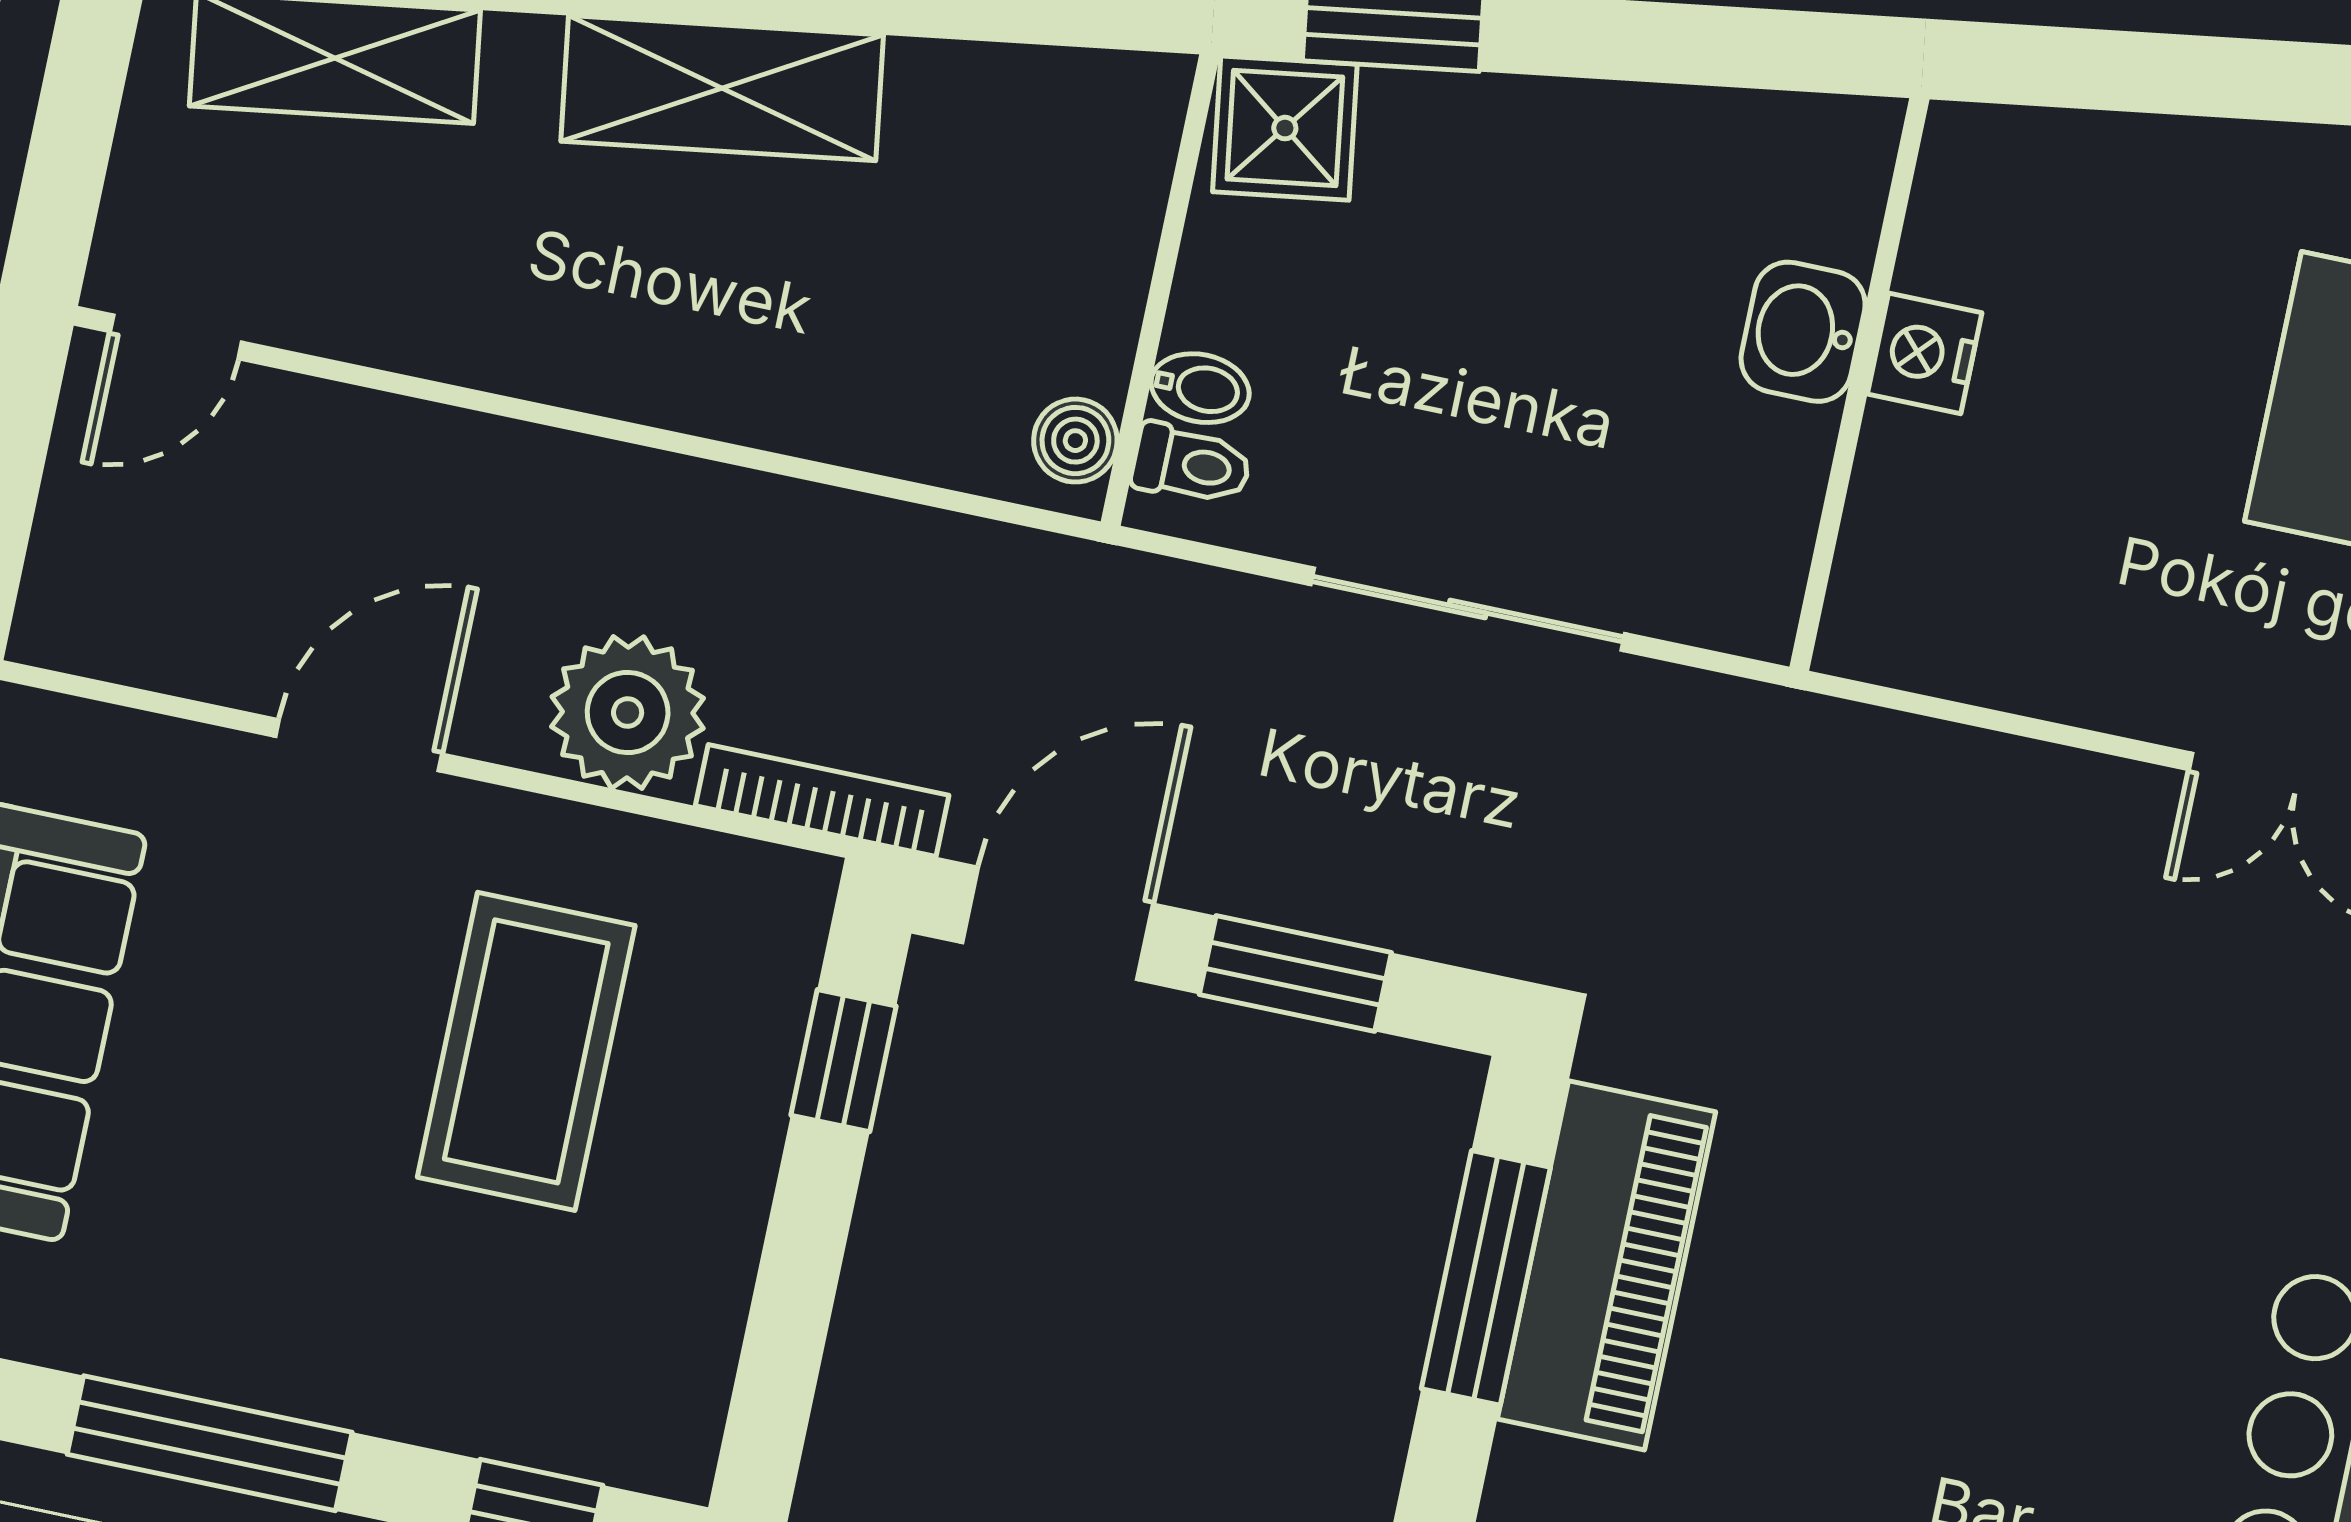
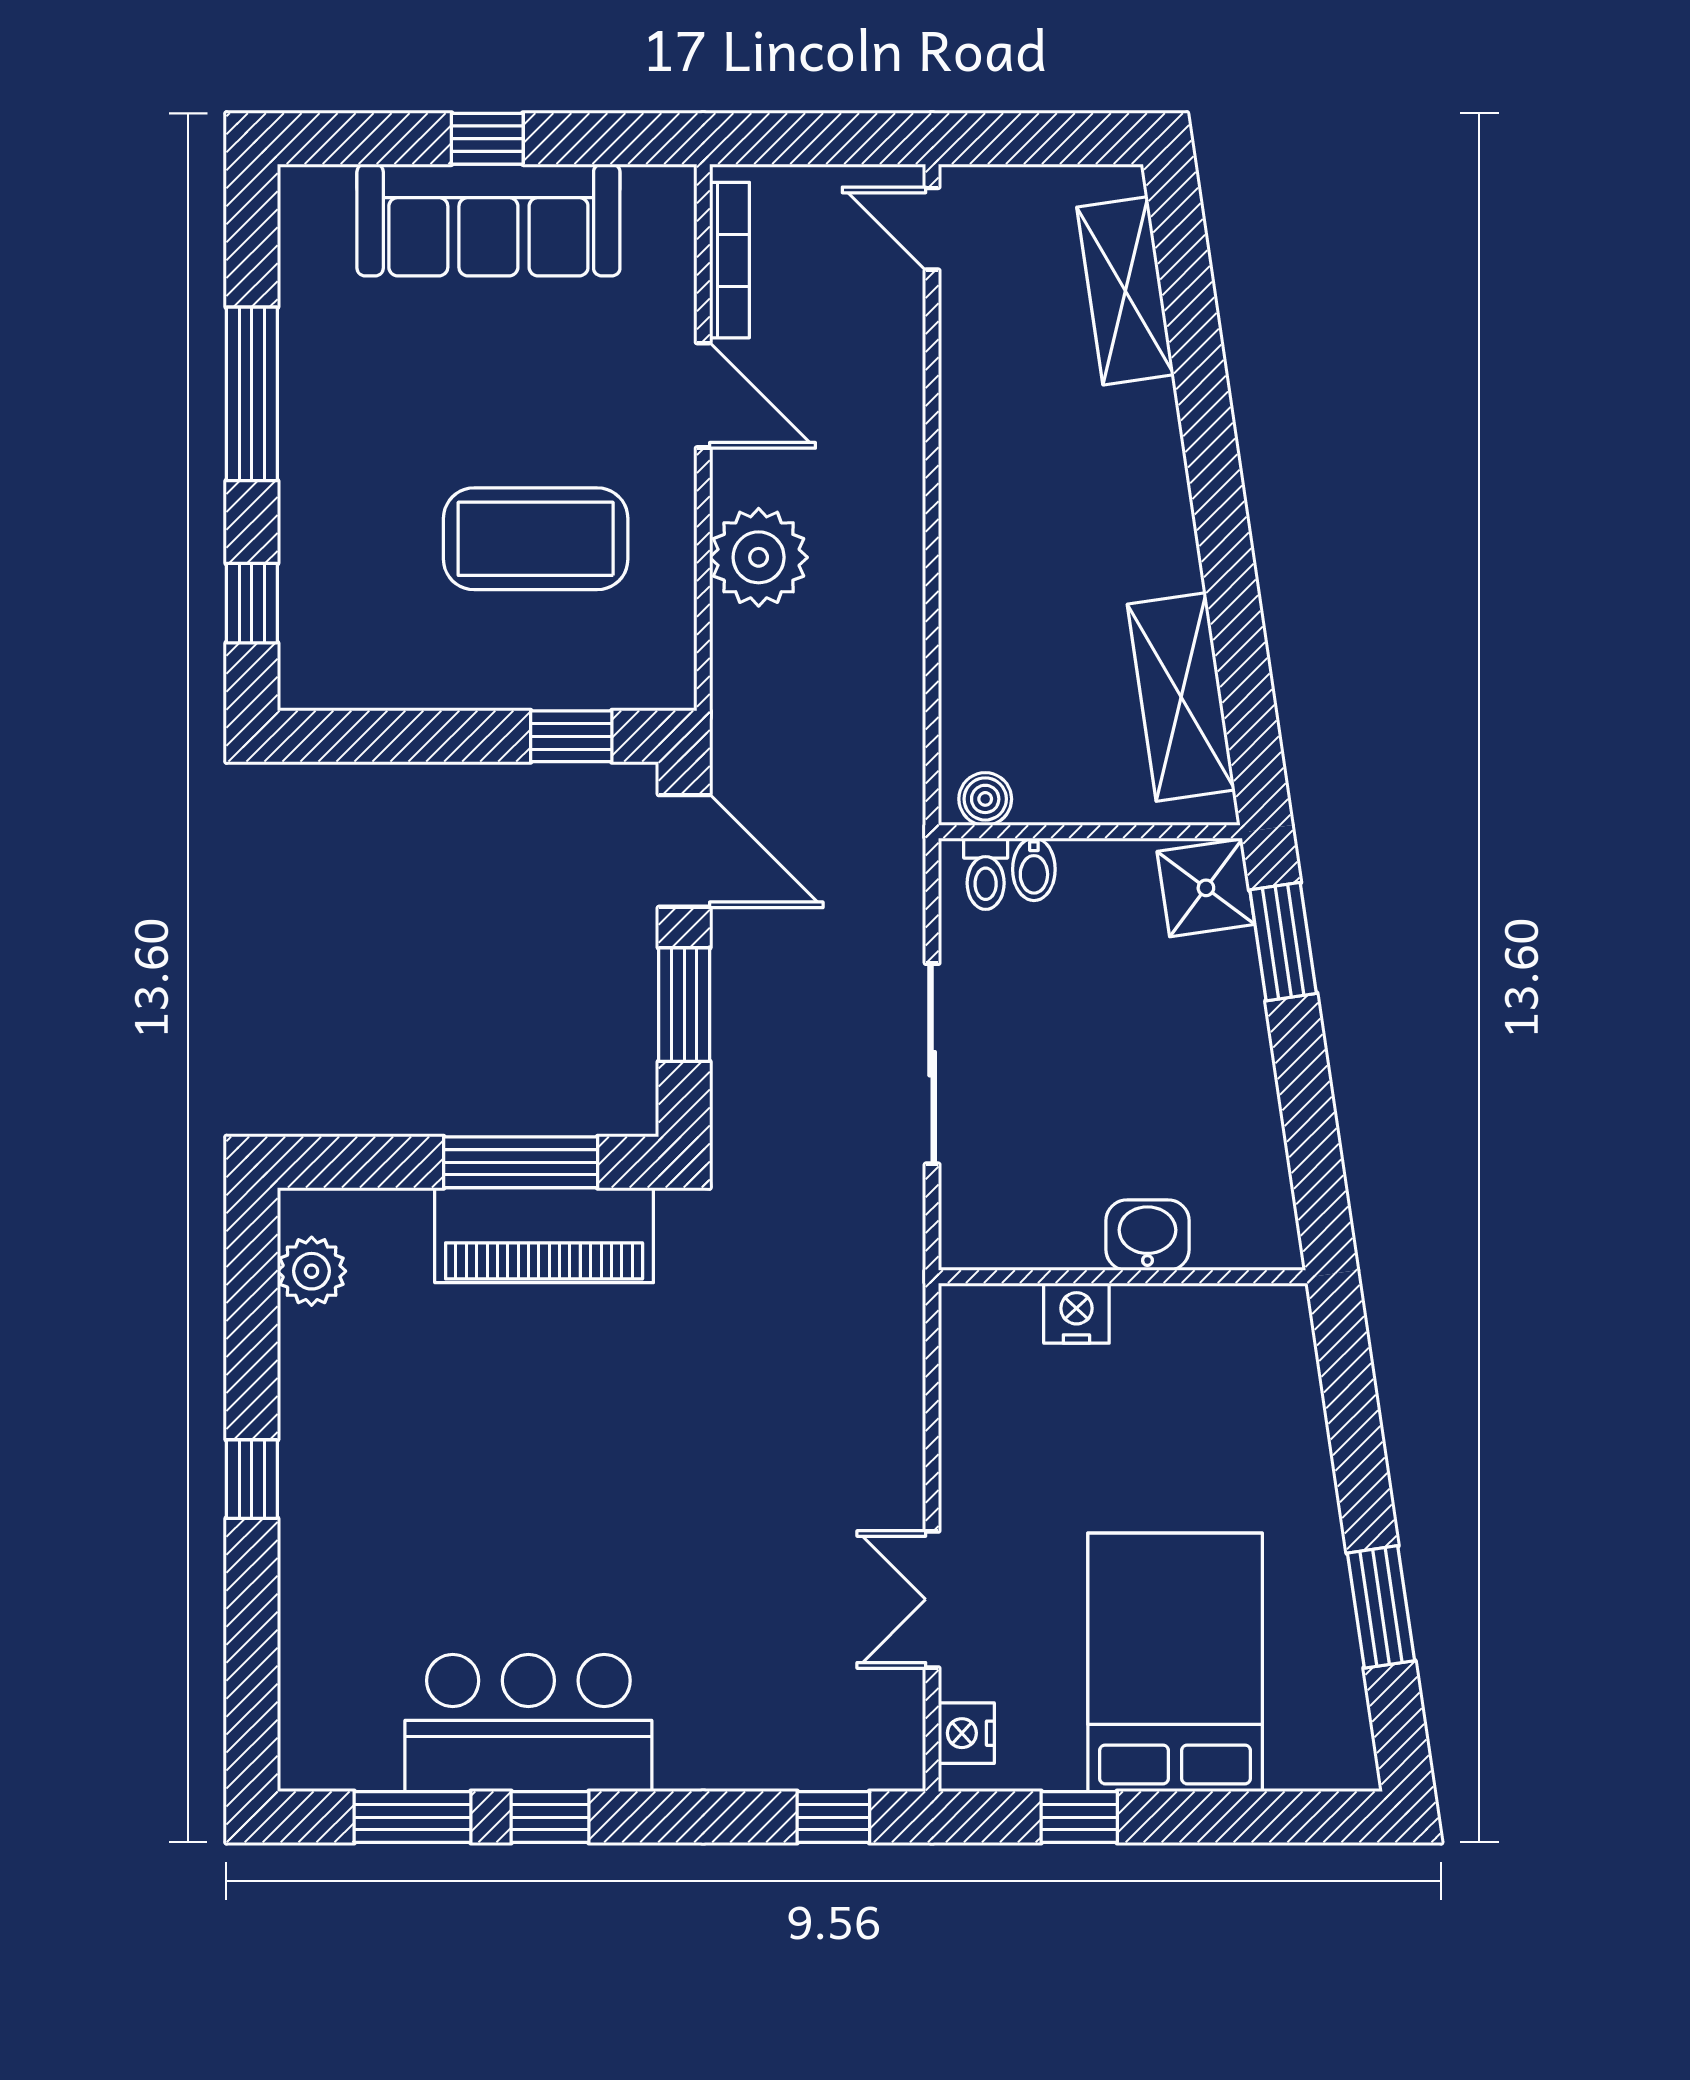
shelving: (722, 88) -> (1181, 697), moved
nightstand: (1925, 353) -> (1076, 1313), moved
bookcase: (822, 800) -> (729, 260), moved

